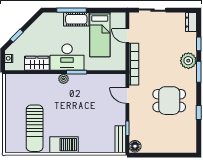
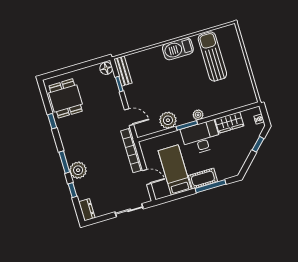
plant: (93, 82) -> (168, 120), added
dining table: (169, 101) -> (66, 98), moved, turned 90

